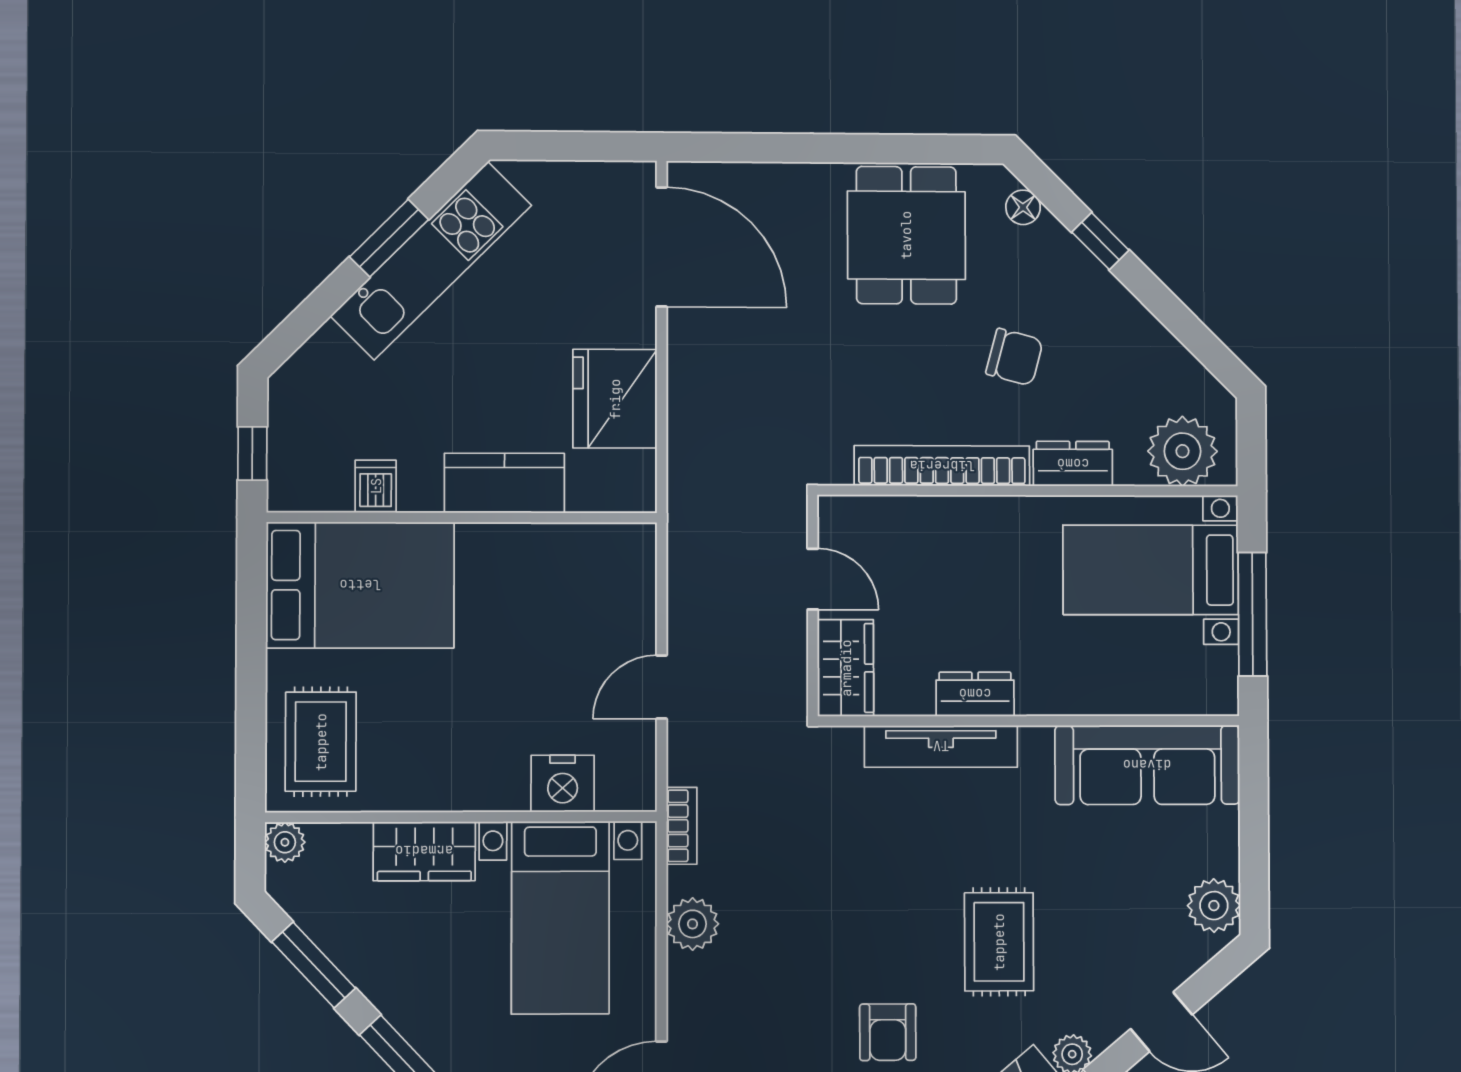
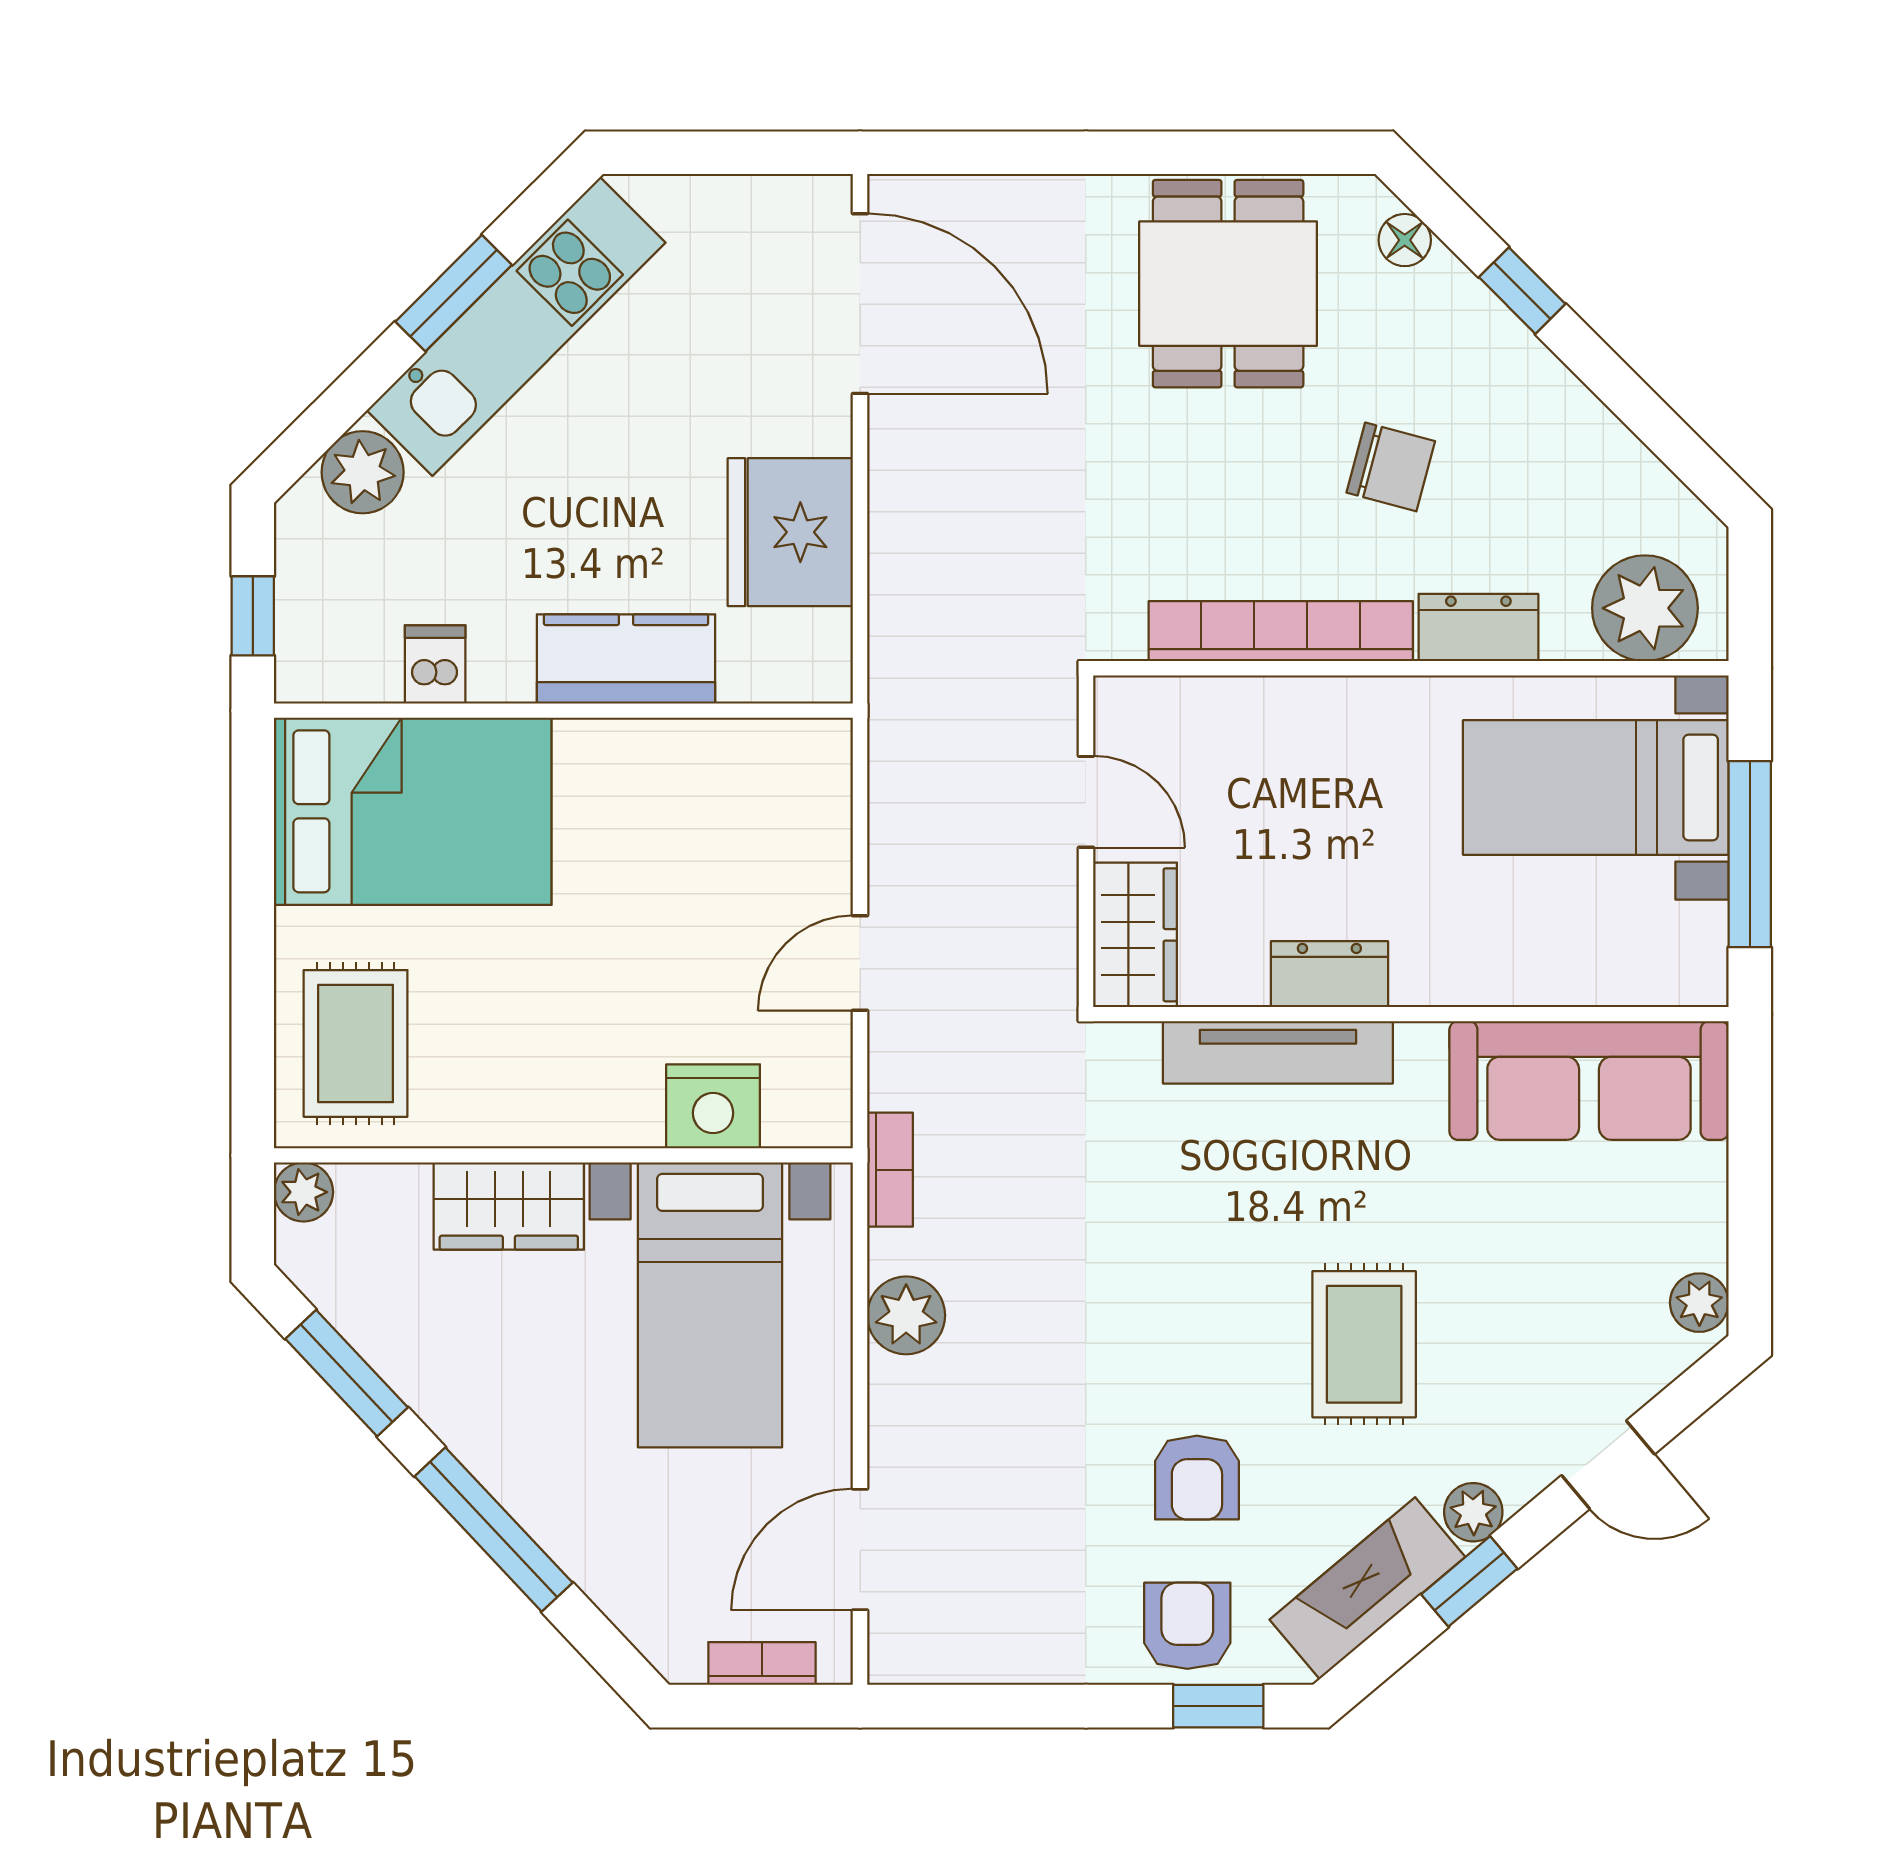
plant: (327, 357) -> (363, 472), added
plant: (1214, 906) -> (1699, 1303), width x0.73, depth x0.73

